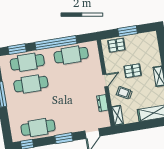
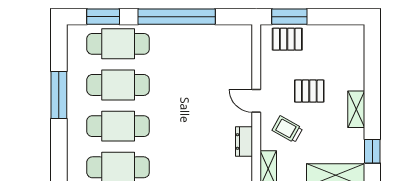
window: (128, 31) -> (289, 17), moved
cafe table: (71, 55) -> (118, 126), moved
door: (105, 80) -> (256, 101), swing flipped

